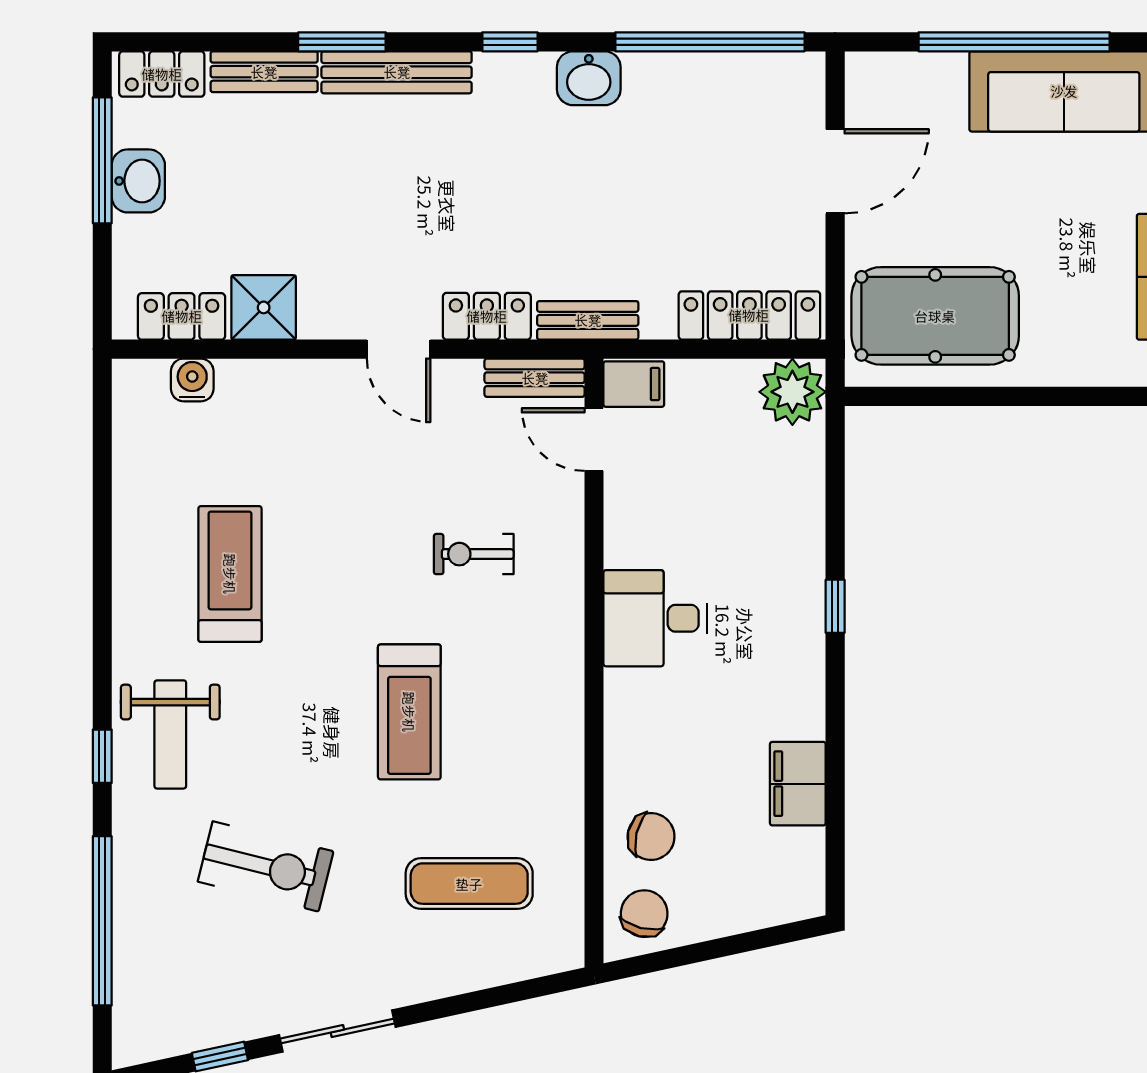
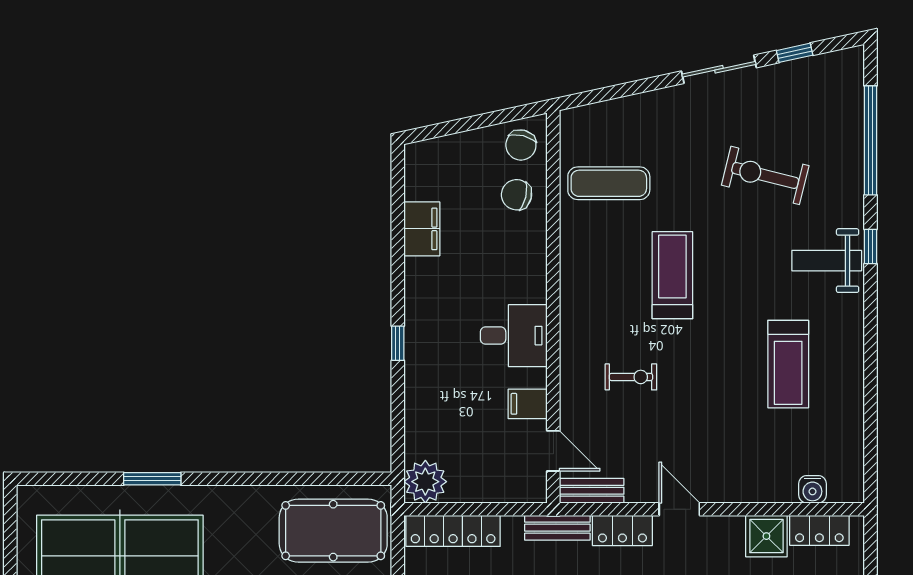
filing cabinet: (634, 384) -> (528, 404), moved
weight bench: (170, 734) -> (827, 261), turned -90
exercise mat: (469, 884) -> (609, 183), moved

